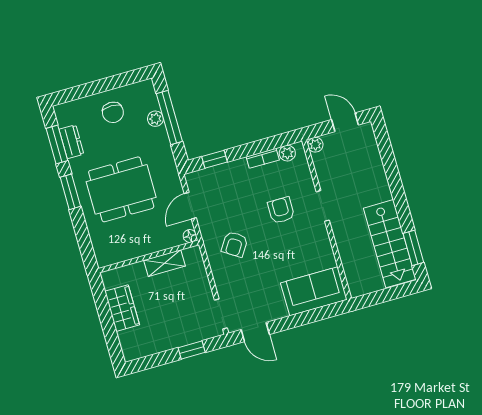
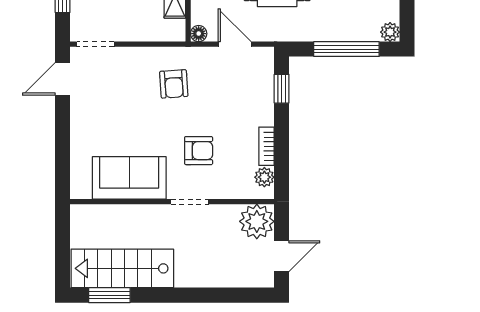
plant: (155, 119) -> (390, 32), moved
plant: (315, 145) -> (257, 221), width x1.87, depth x1.87
armchair: (235, 244) -> (174, 84), turned -127
sofa: (314, 291) -> (129, 178), moved, turned -90

